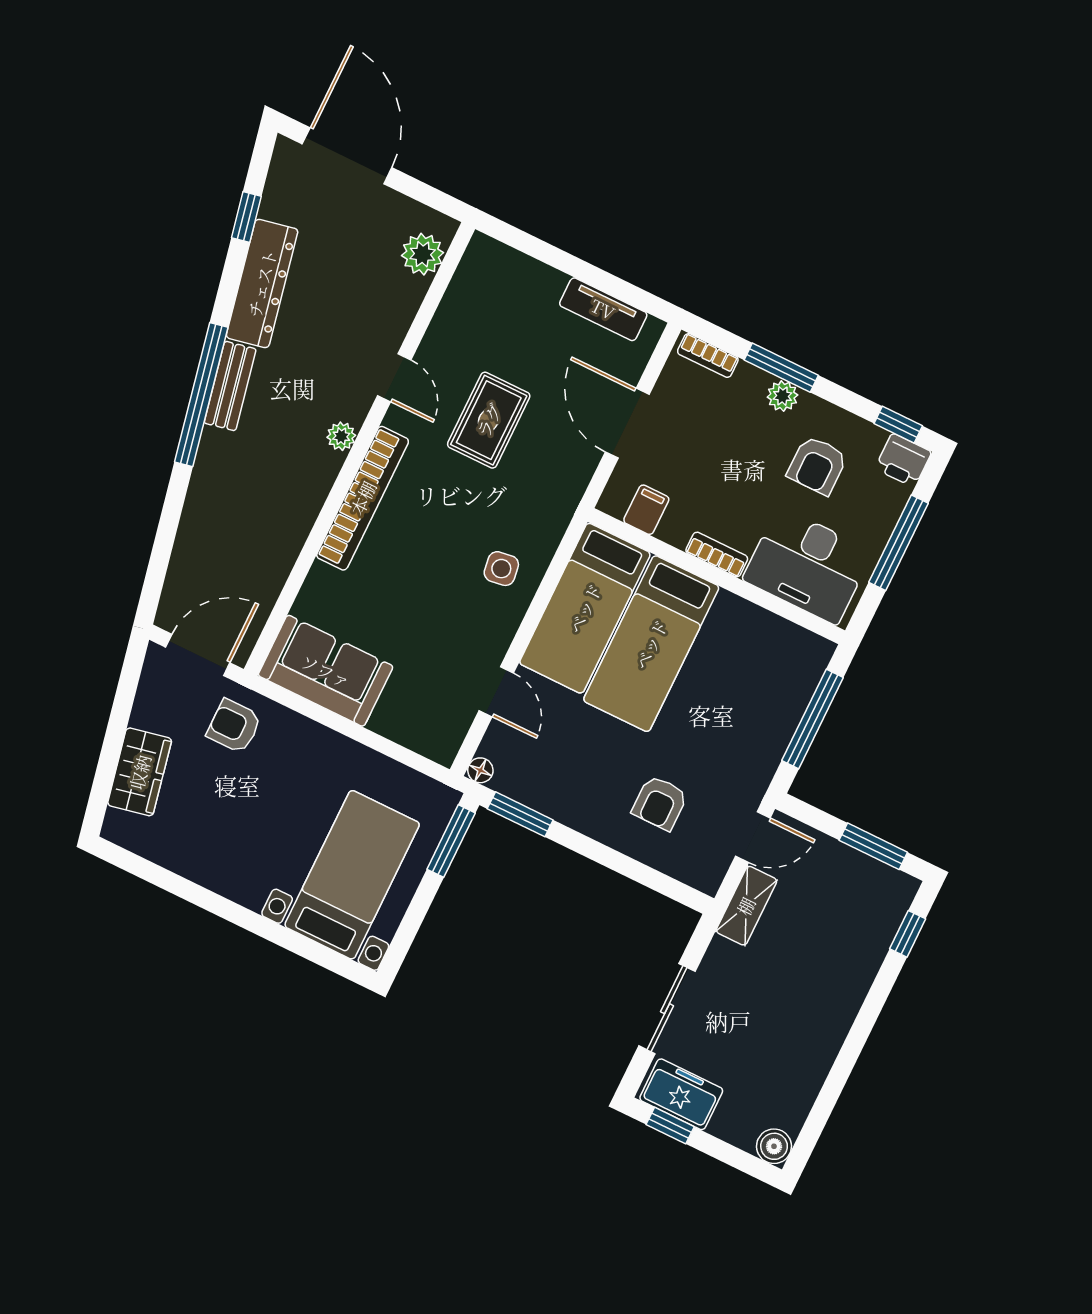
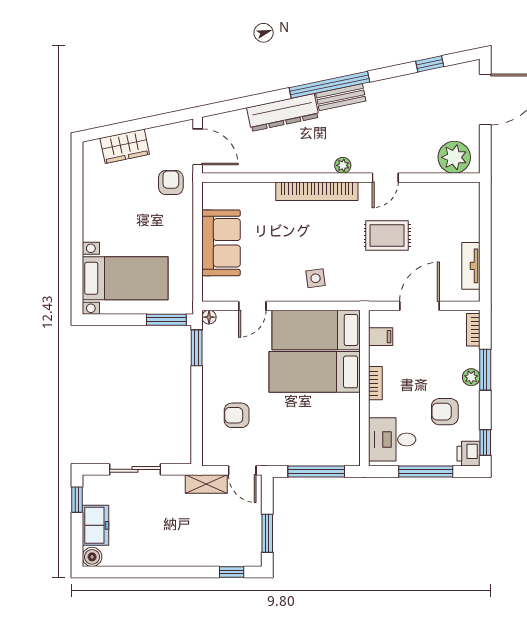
plant: (423, 254) -> (454, 157), width x1.36, depth x1.36
dresser: (262, 283) -> (283, 113), moved
desk: (808, 565) -> (392, 439), width x0.73
sofa: (326, 671) -> (221, 243), moved
freezer: (681, 1094) -> (95, 525), moved

